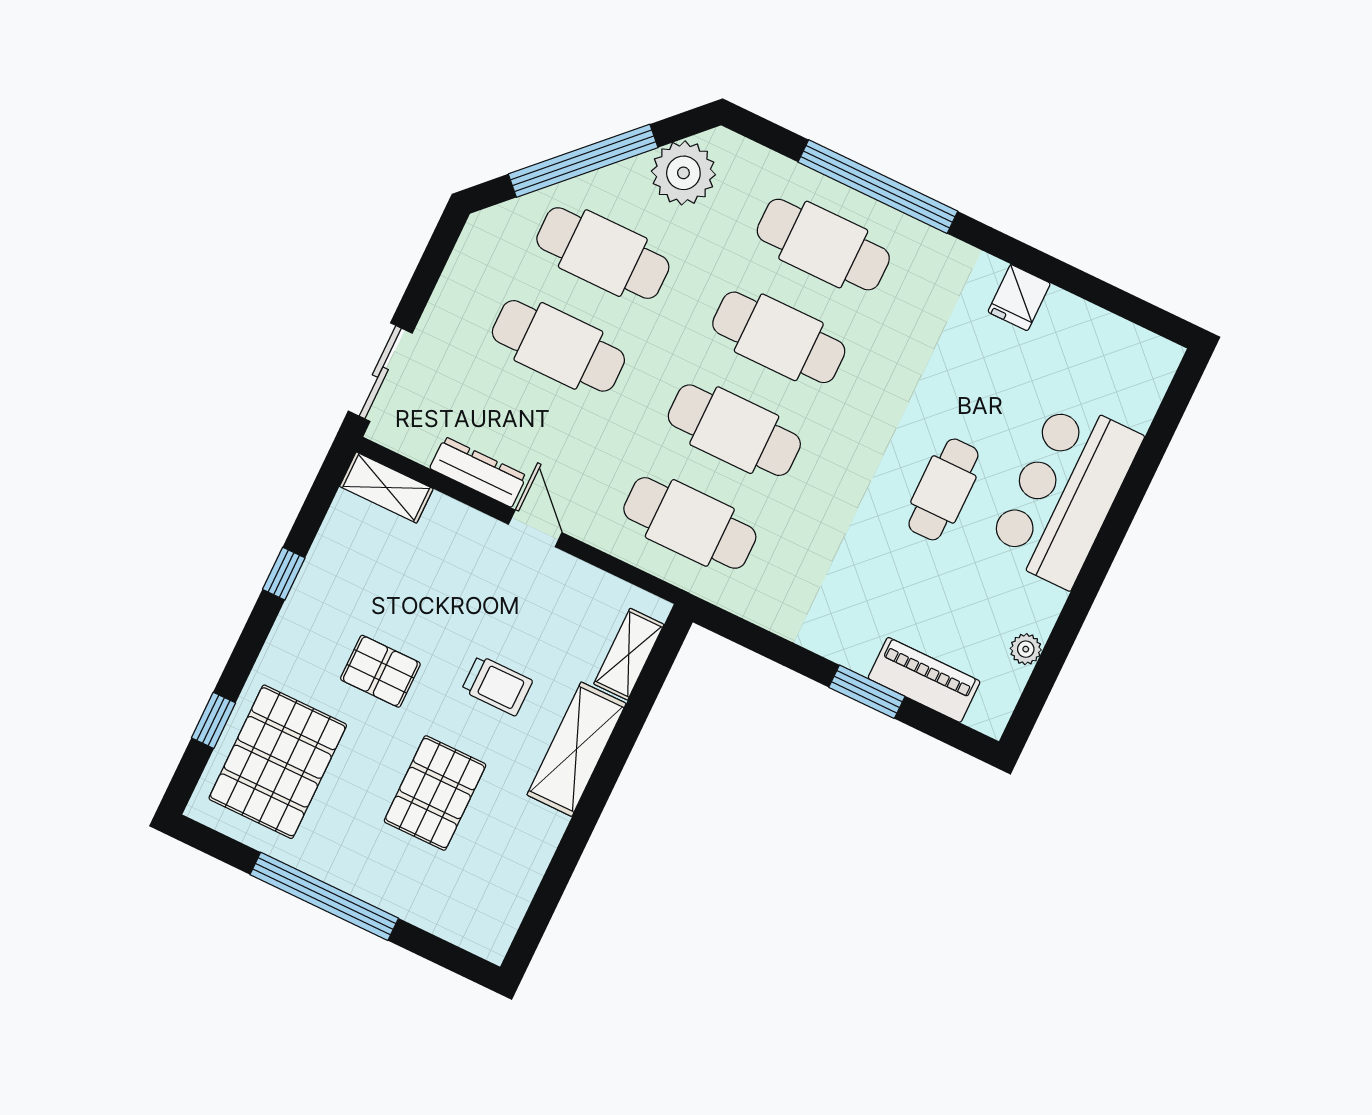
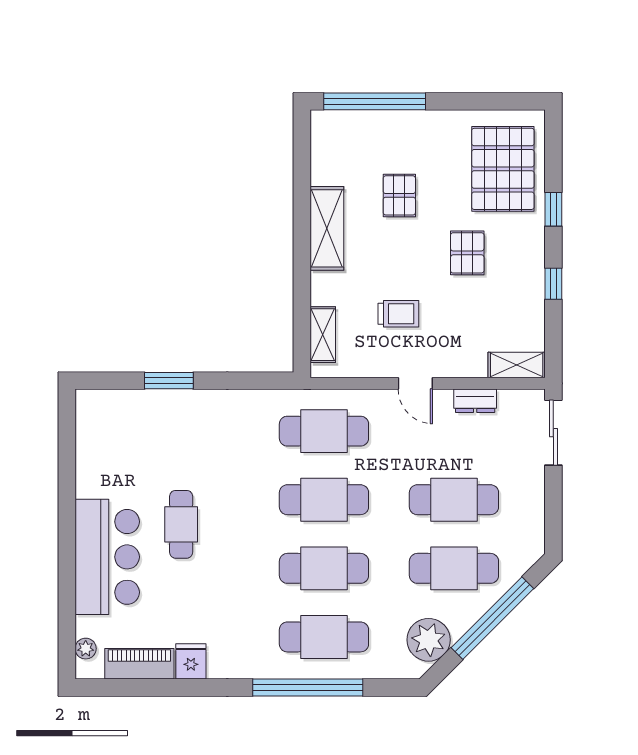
dresser: (478, 472) -> (475, 401), width x0.70
plant: (1026, 649) -> (86, 649), moved
pallet: (380, 671) -> (467, 253), turned 90
piano: (924, 680) -> (139, 664), moved, turned 180
trolley: (497, 685) -> (398, 314), moved, turned 180
window: (214, 720) -> (553, 209), moved
shelving: (576, 749) -> (327, 228), moved
pallet: (435, 793) -> (399, 195), width x0.67, depth x0.71
window: (324, 896) -> (375, 101), moved

